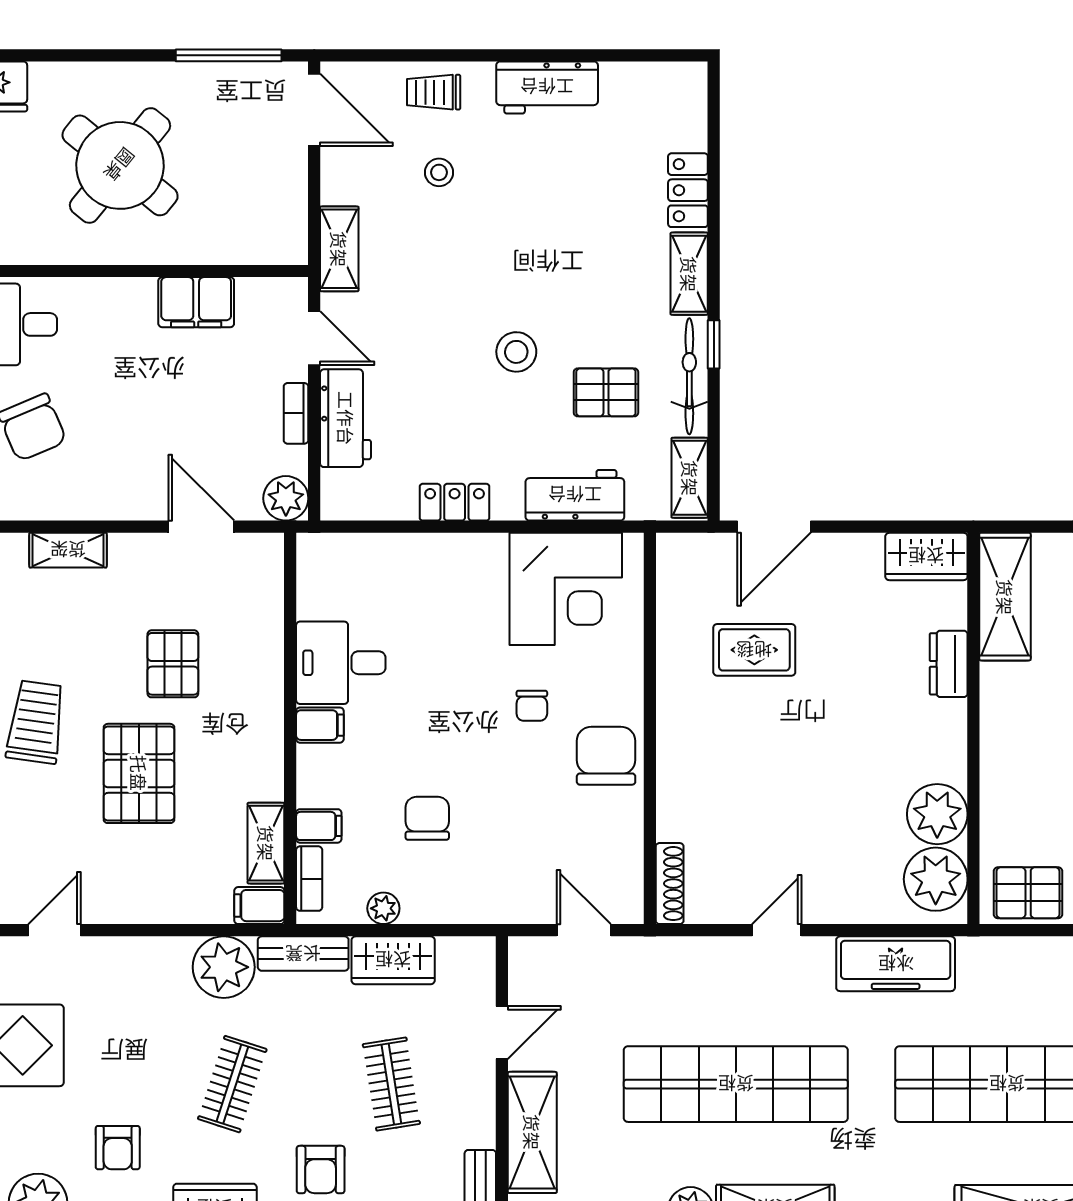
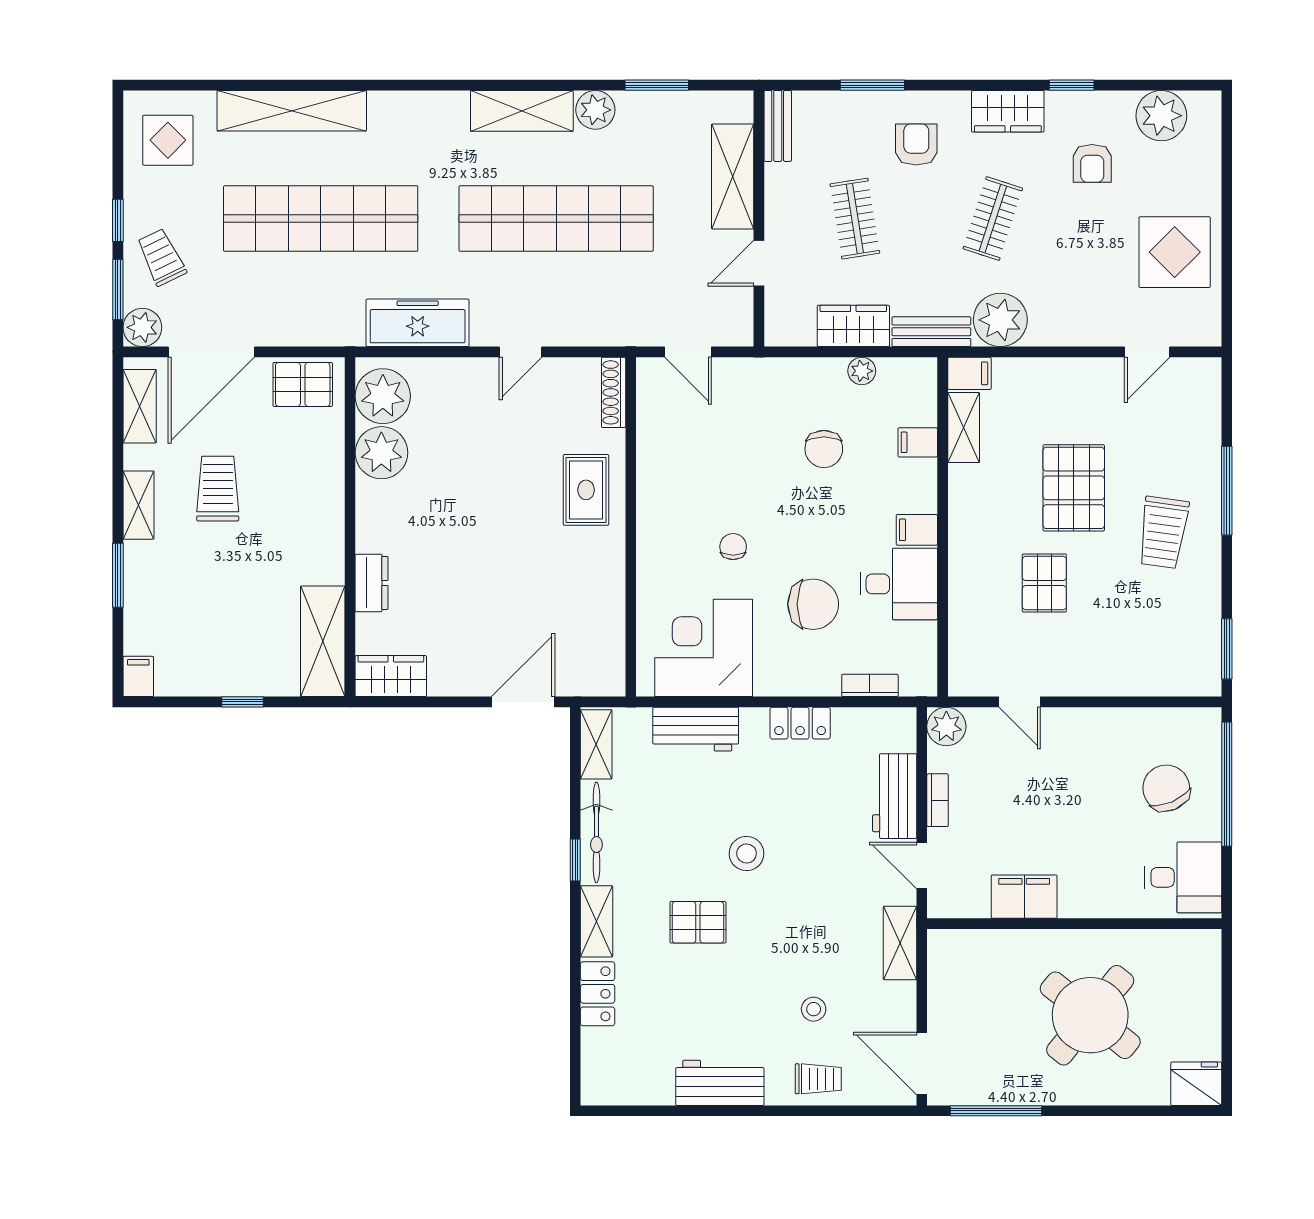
pallet: (606, 392) -> (698, 922), moved
door: (201, 527) -> (1020, 702), width x0.73
shelving: (68, 550) -> (1135, 682), removed
rug: (754, 650) -> (586, 490), moved, turned 90
chair: (606, 756) -> (813, 604), moved, turned -90
bookcase: (309, 879) -> (870, 685), moved, turned 90
armchair: (118, 1148) -> (1092, 163), turned 180

